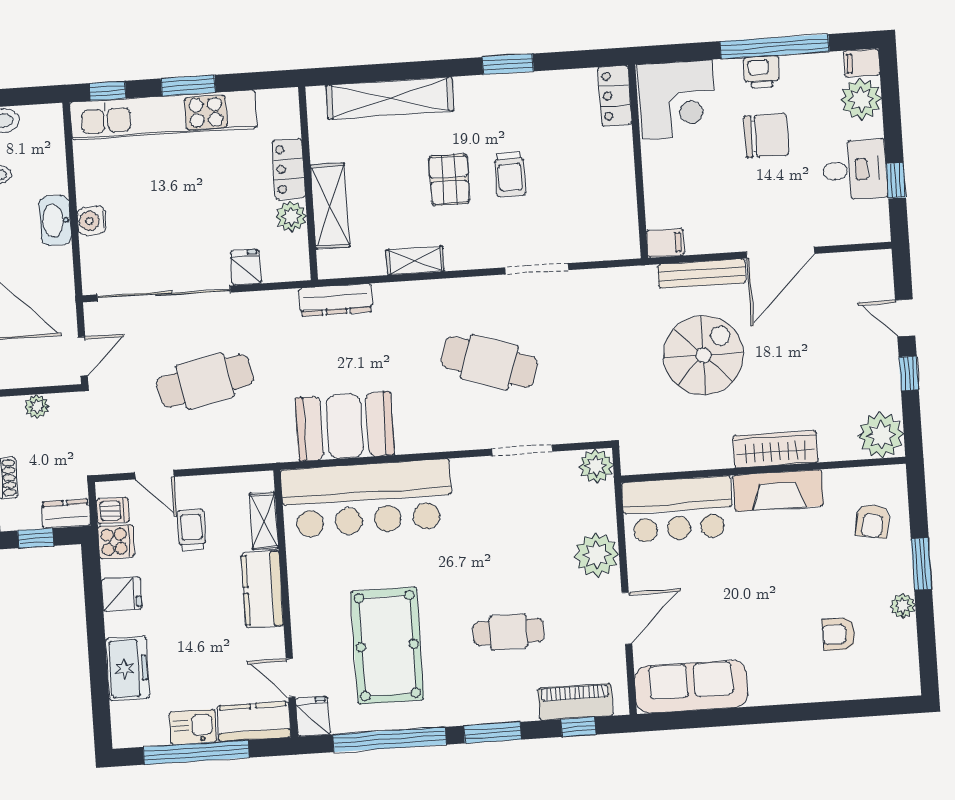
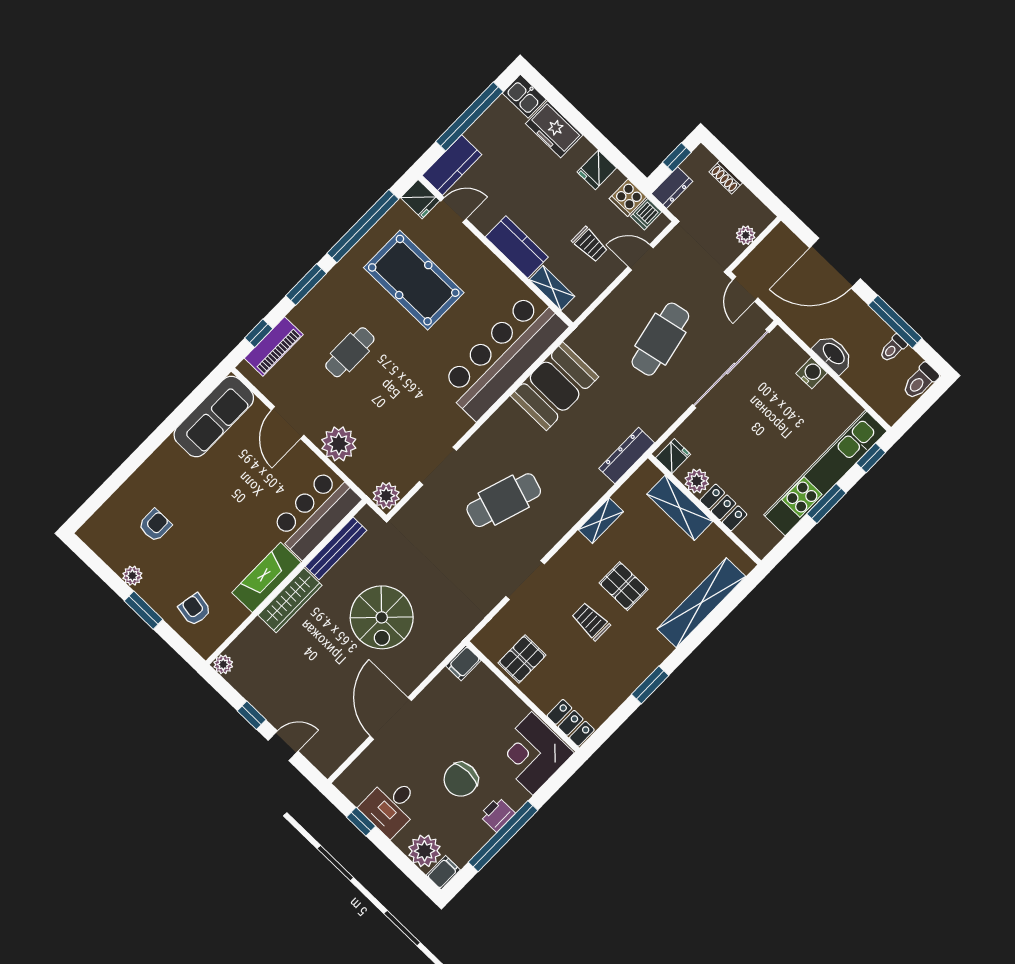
pallet: (607, 197) -> (522, 659), added
fridge: (246, 267) -> (673, 456), moved, turned -90
bench: (702, 274) -> (336, 548), moved
plant: (881, 435) -> (223, 664), width x0.53, depth x0.53
kitchen sink: (193, 727) -> (524, 96), moved, turned 90

